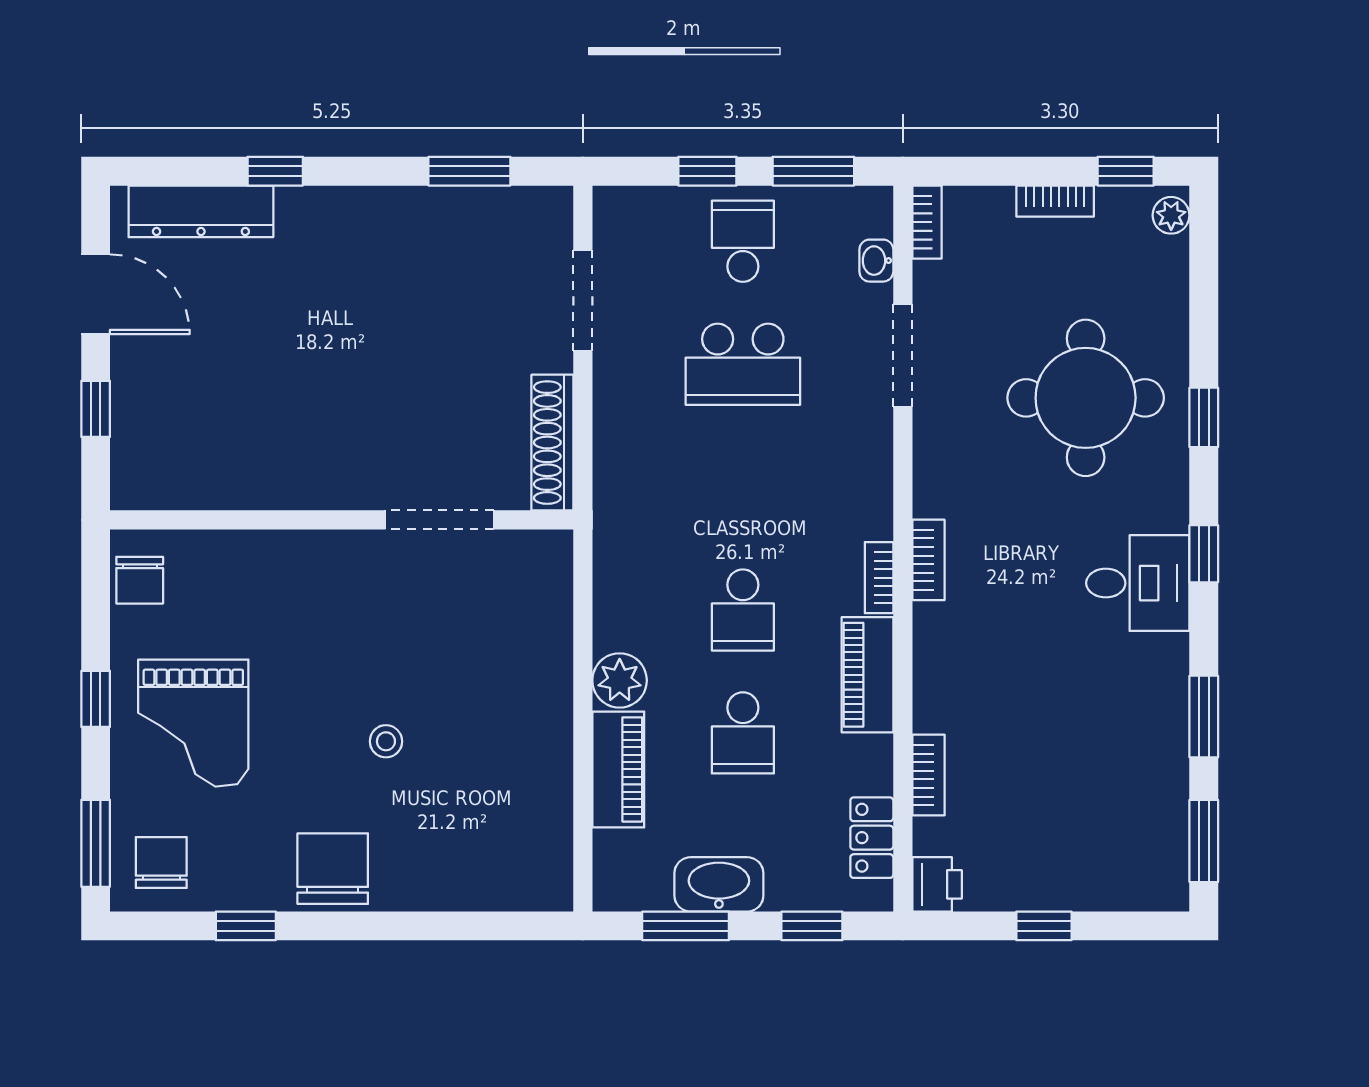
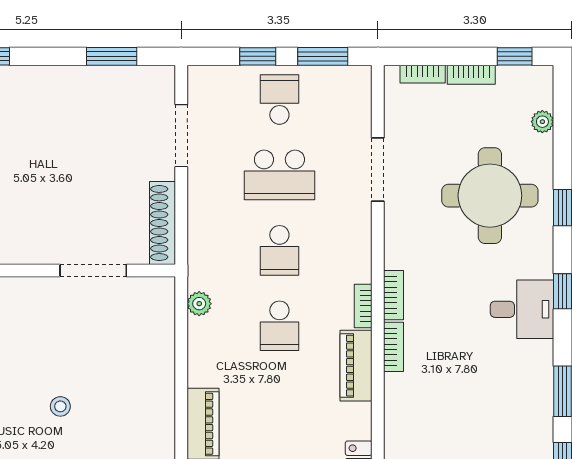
plant: (1171, 215) -> (542, 122), moved
bookcase: (927, 222) -> (423, 74), moved, turned 90
washbasin: (876, 261) -> (361, 111), removed
plant: (620, 680) -> (199, 304), moved, width x0.73, depth x0.73
school desk: (743, 733) -> (279, 250), moved
bookcase: (929, 775) -> (393, 347), moved

